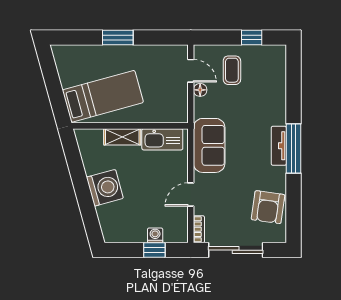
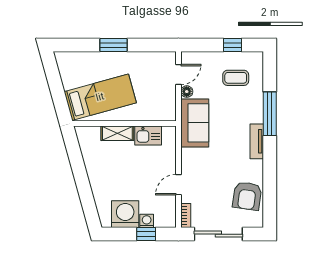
coffee table: (232, 70) -> (236, 78), moved, turned 90
door: (191, 71) -> (178, 75), hinge flipped
kitchen sink: (162, 139) -> (148, 136), width x0.73
sofa: (209, 145) -> (195, 123), moved
window: (293, 149) -> (270, 114), moved
washing machine: (105, 188) -> (125, 214), moved, turned -75

